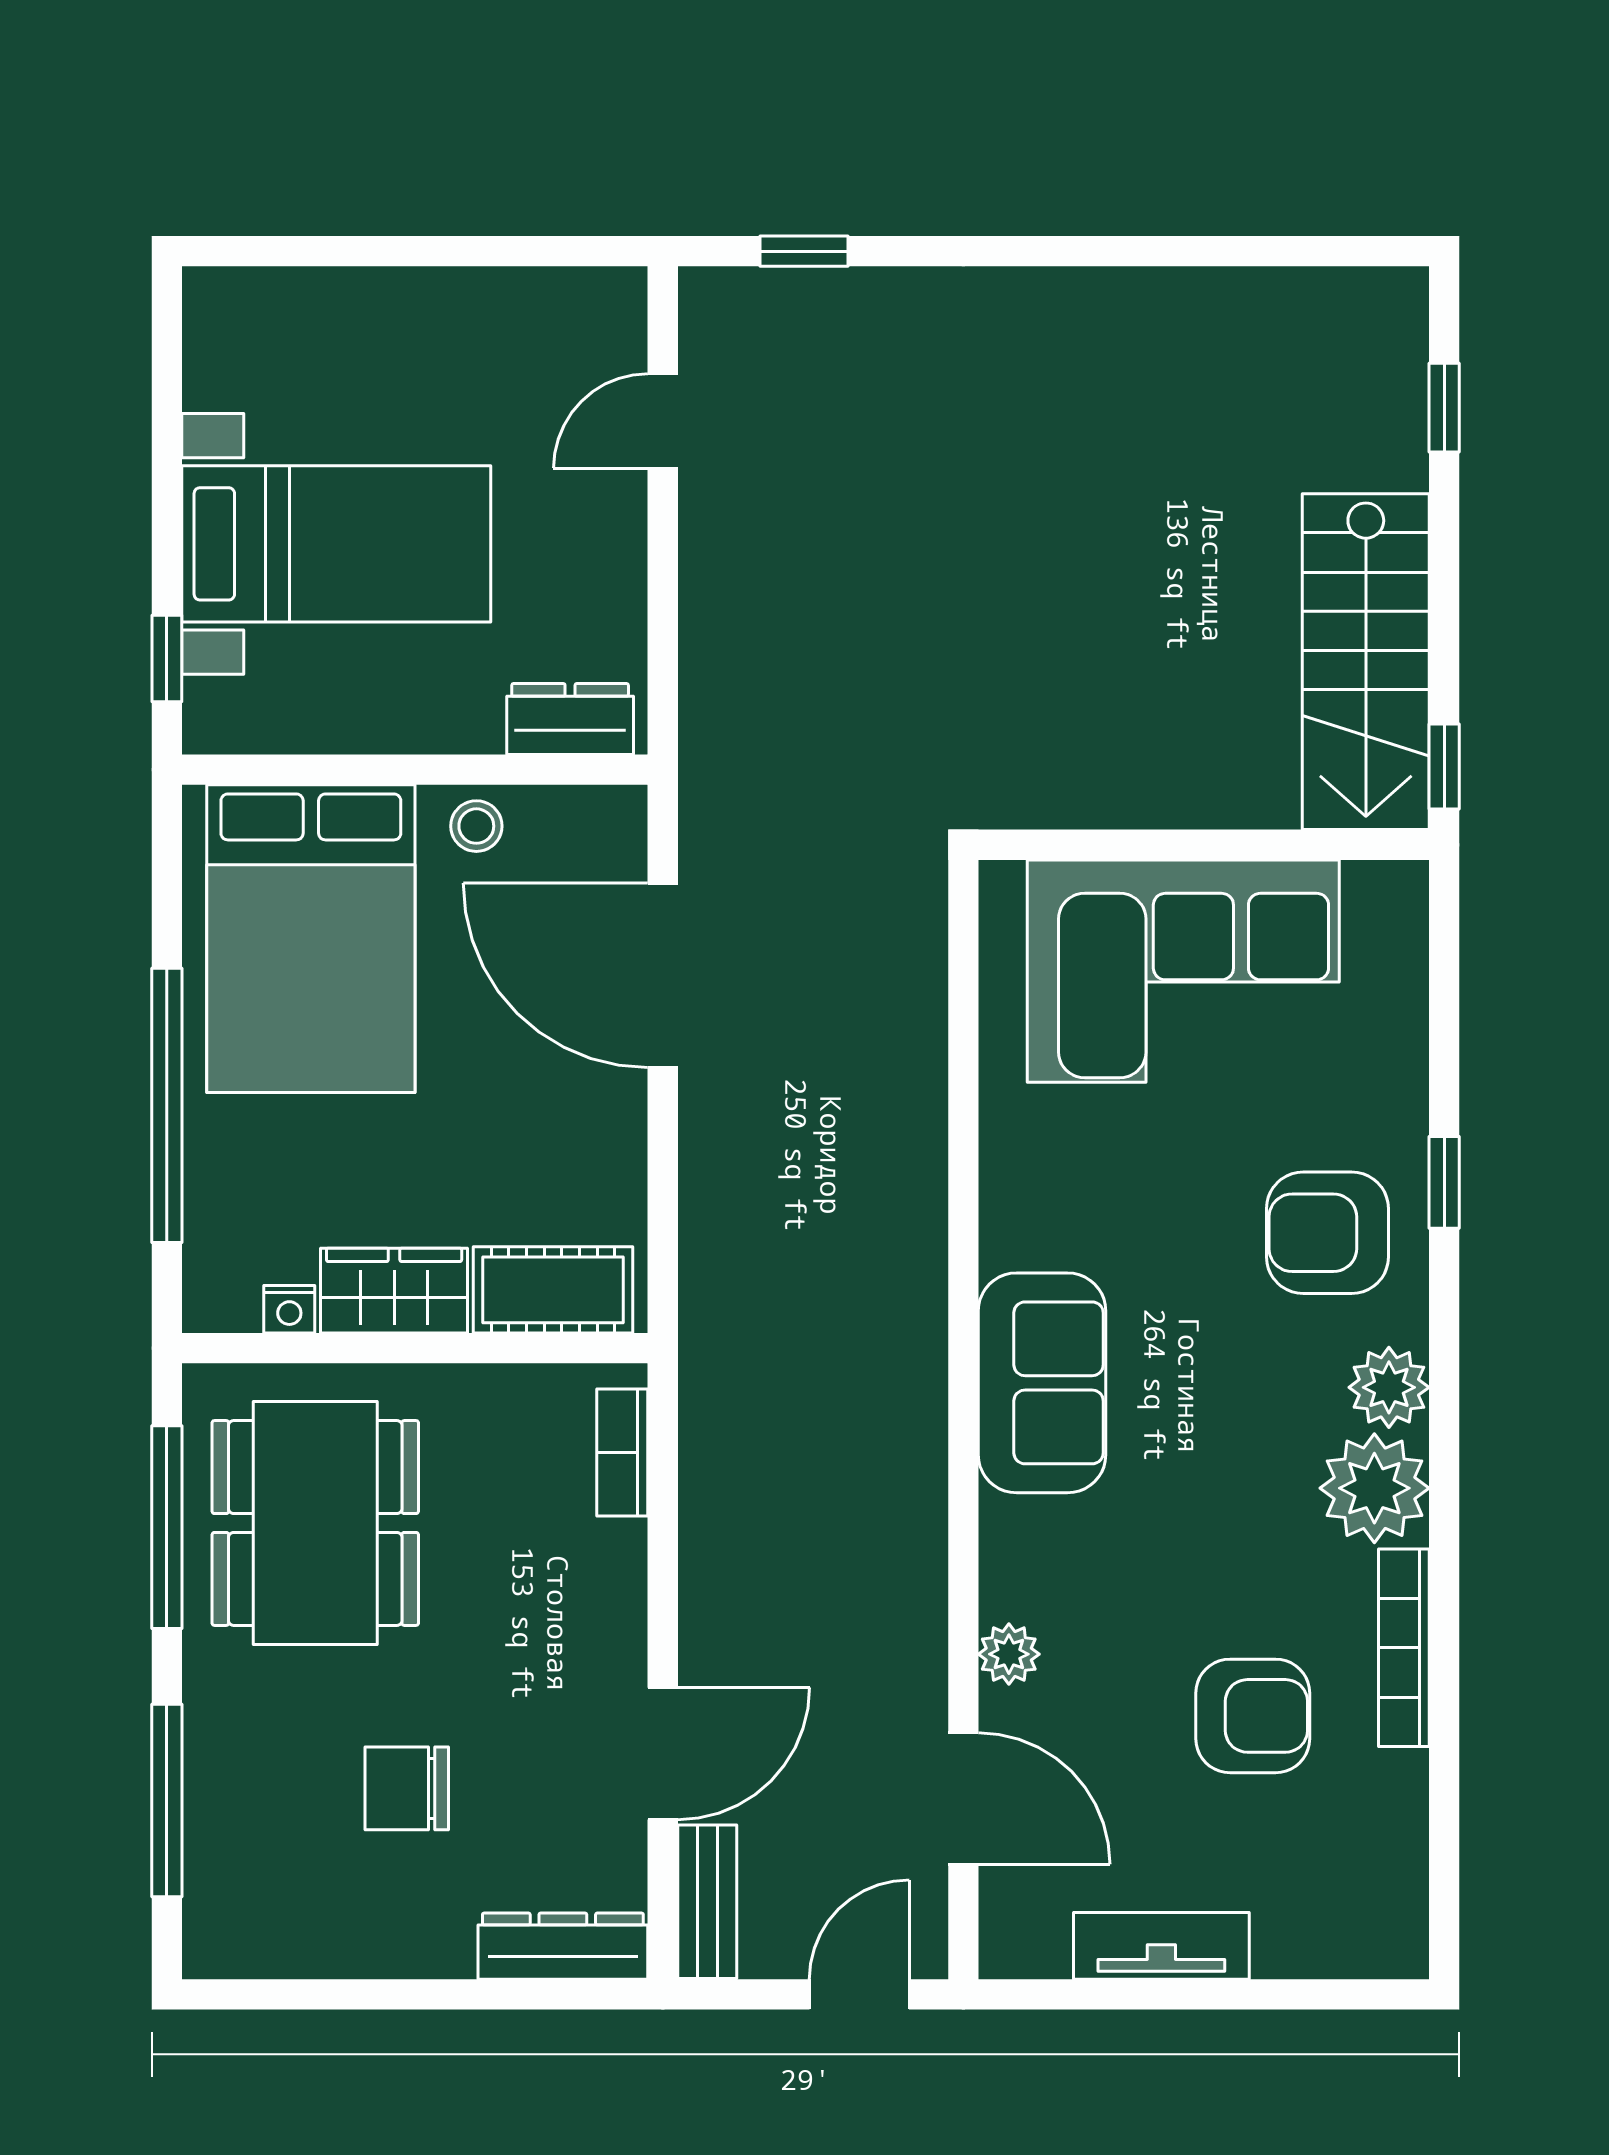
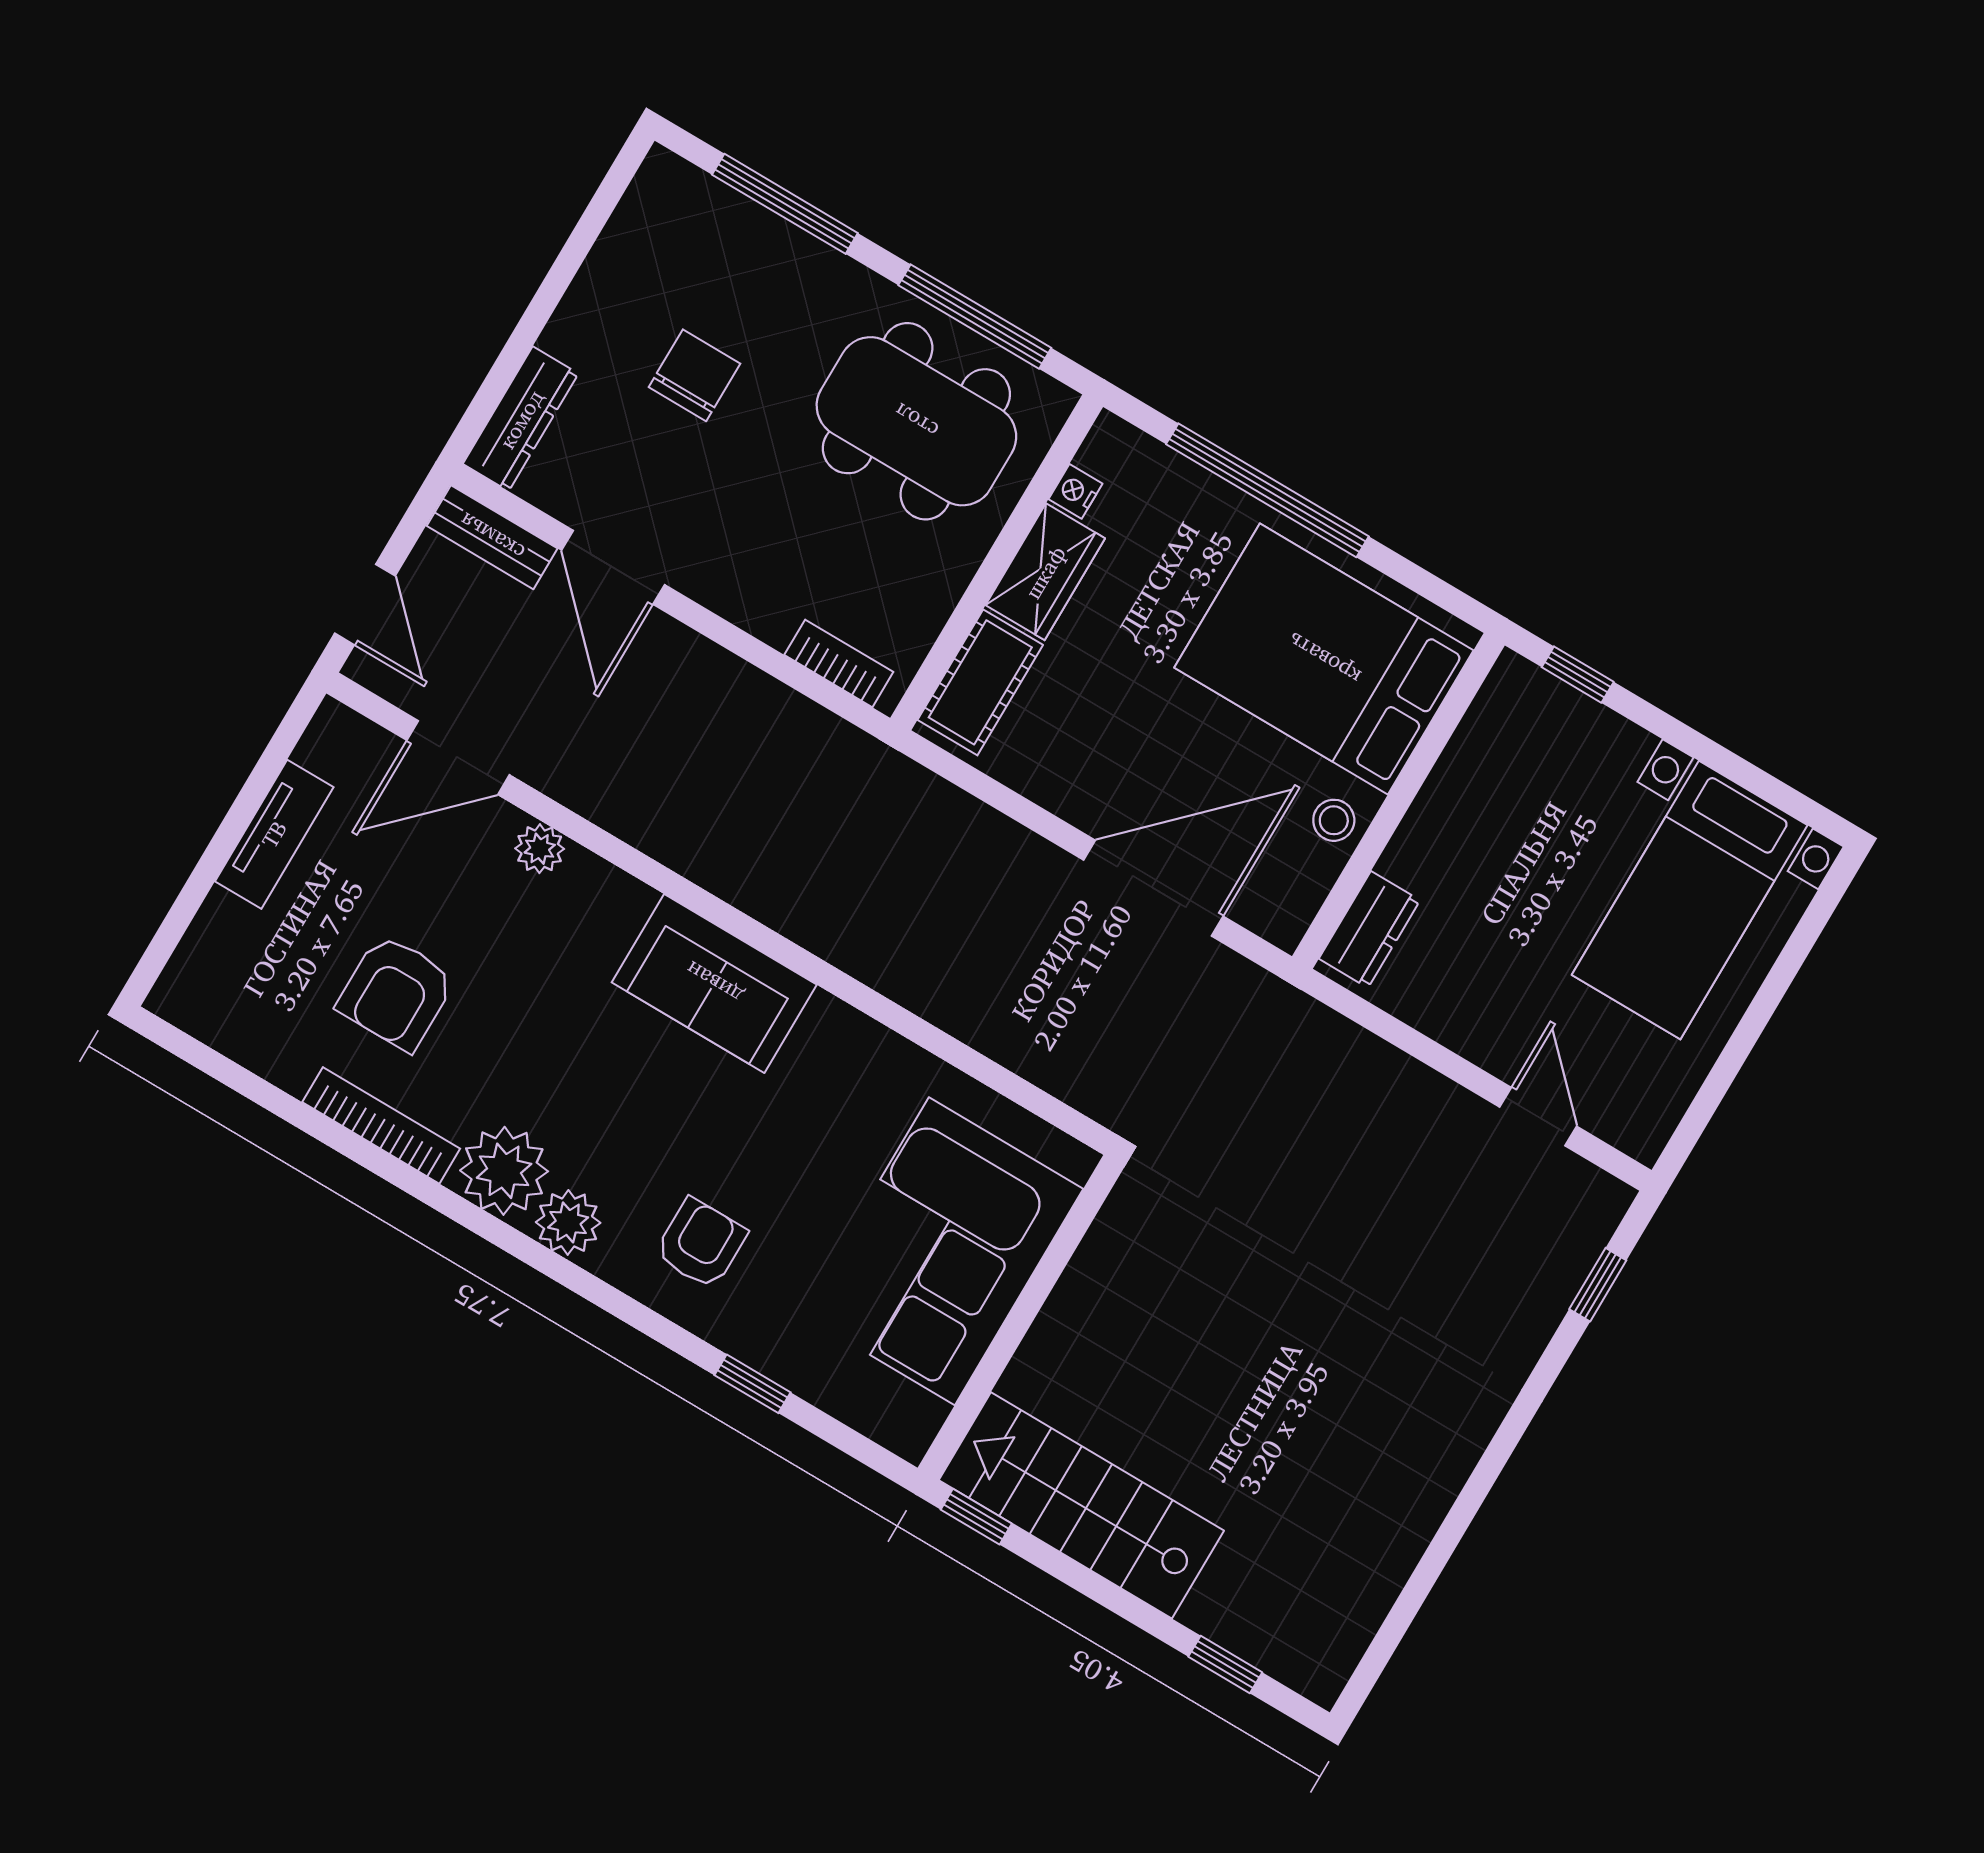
bed with nightstands: (336, 544) -> (1690, 900), moved
window: (1444, 1182) -> (753, 1384), moved
armchair: (1327, 1233) -> (701, 1243), width x0.72, depth x0.72

